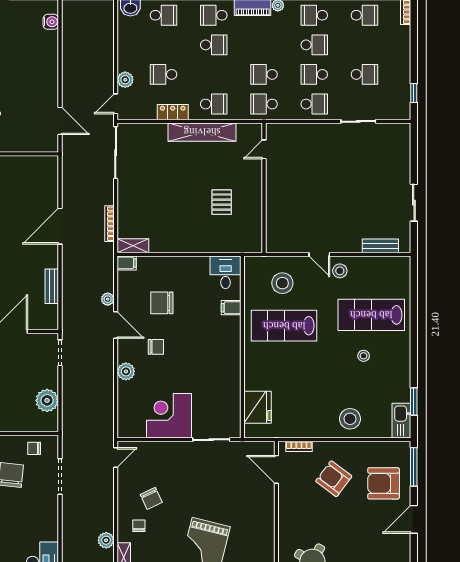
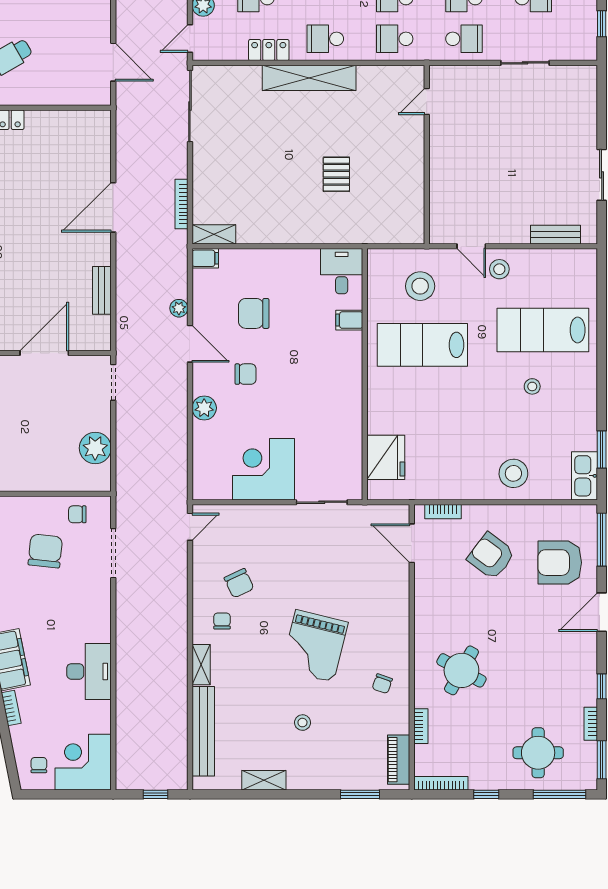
school desk: (214, 104) -> (325, 39), turned 180
door: (264, 149) -> (427, 101), moved
wall: (264, 188) -> (427, 155), moved
plant: (106, 540) -> (177, 641), removed

